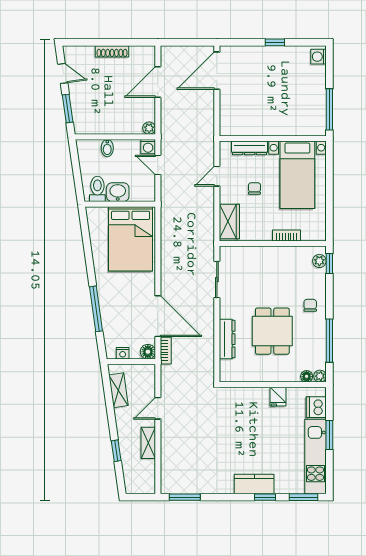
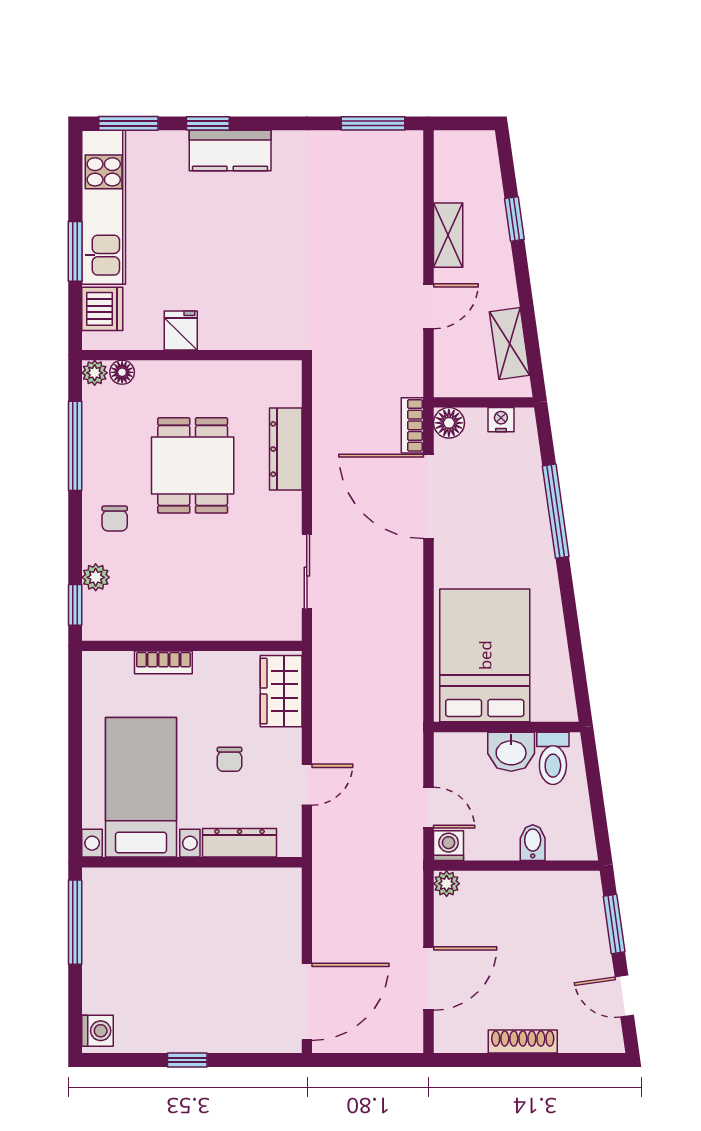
plant: (319, 261) -> (96, 577), moved

